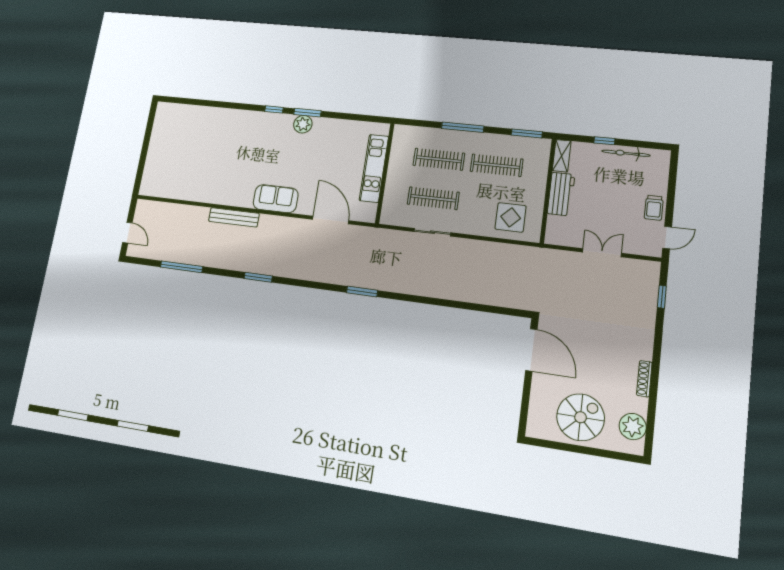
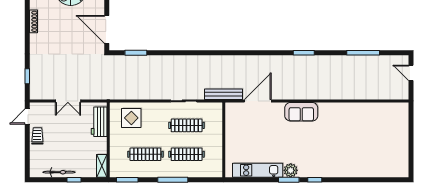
kitchen unit: (374, 168) -> (258, 170), moved, turned -90
workbench: (561, 194) -> (99, 122), moved
bench: (234, 217) -> (224, 94), moved
door: (331, 220) -> (258, 101), swing flipped
window: (362, 291) -> (136, 53), moved

